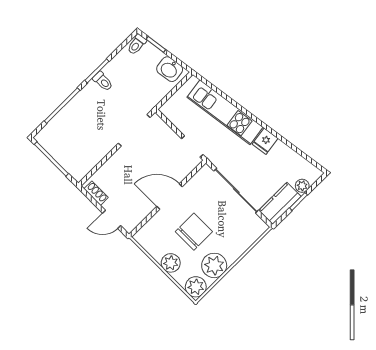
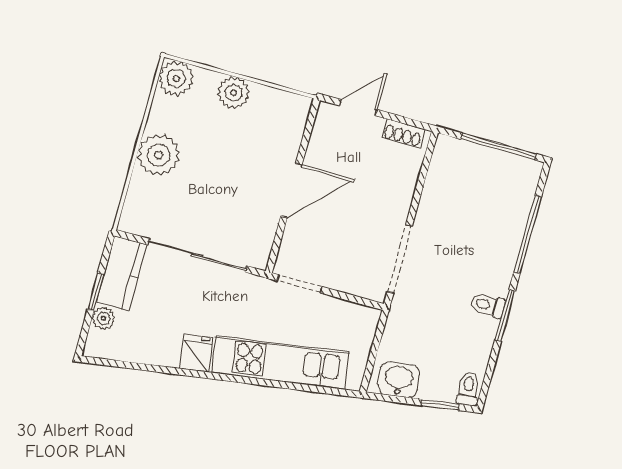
chair: (194, 232) -> (225, 159), removed
plant: (214, 265) -> (159, 155), moved

